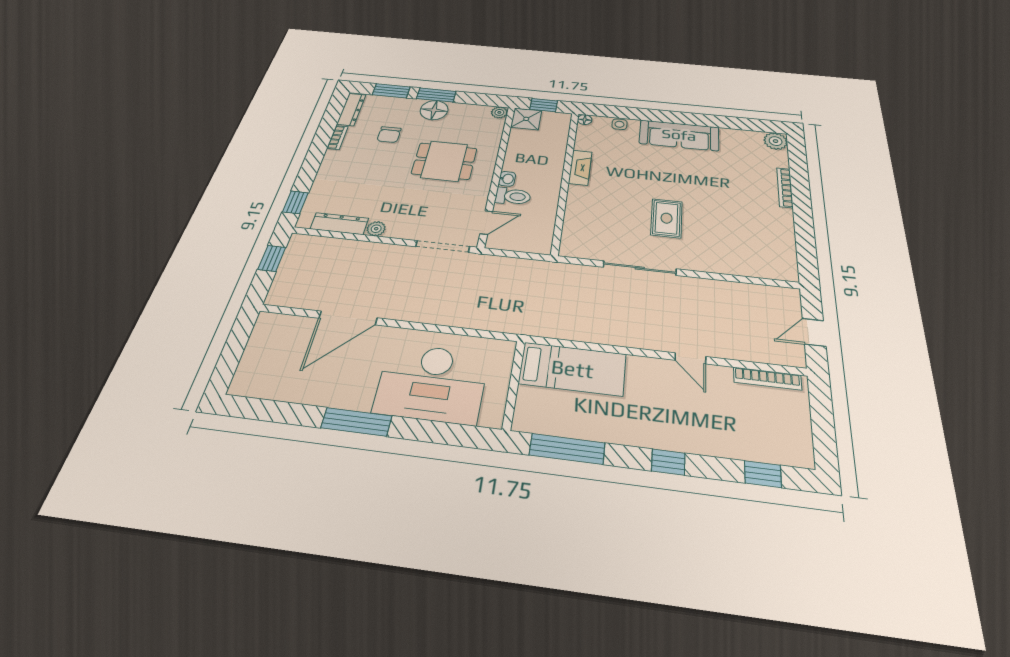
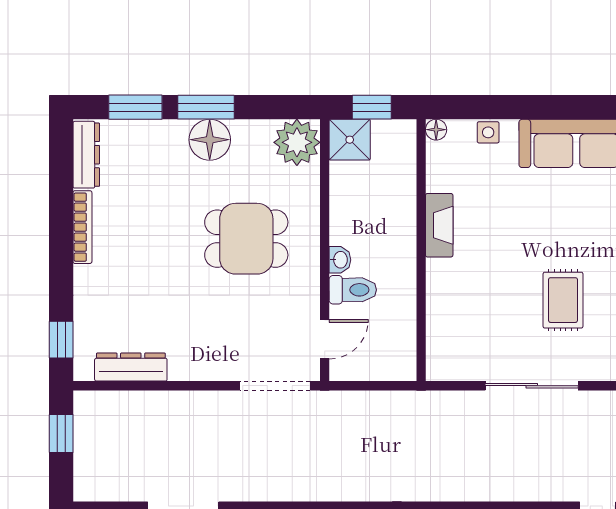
plant: (499, 112) -> (297, 142), width x1.87, depth x1.87
chair: (389, 135) -> (155, 198), removed
bookcase: (337, 137) -> (82, 227), width x1.56
plant: (376, 229) -> (182, 369), removed

